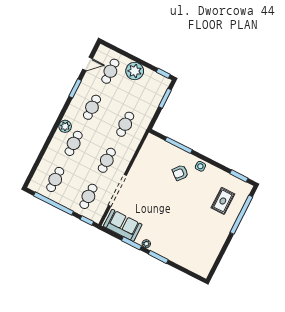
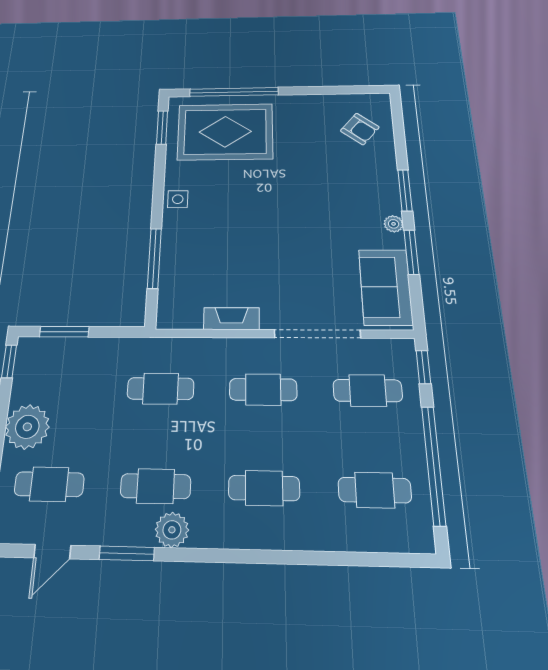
door: (87, 64) -> (52, 552), swing flipped
plant: (65, 126) -> (172, 530), moved
fireplace: (139, 162) -> (231, 319), added
armchair: (180, 173) -> (360, 129), moved
rug: (223, 201) -> (225, 132), width x1.86, depth x2.06

